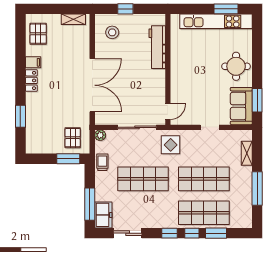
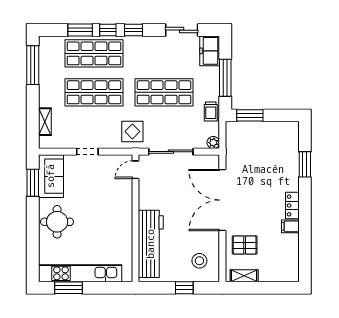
pallet: (38, 34) -> (245, 245), moved, turned 90
workbench: (157, 47) -> (151, 244), width x1.36, depth x1.32
pallet: (73, 138) -> (245, 140), removed
window: (257, 188) -> (33, 65), moved
window: (90, 204) -> (225, 78), moved

